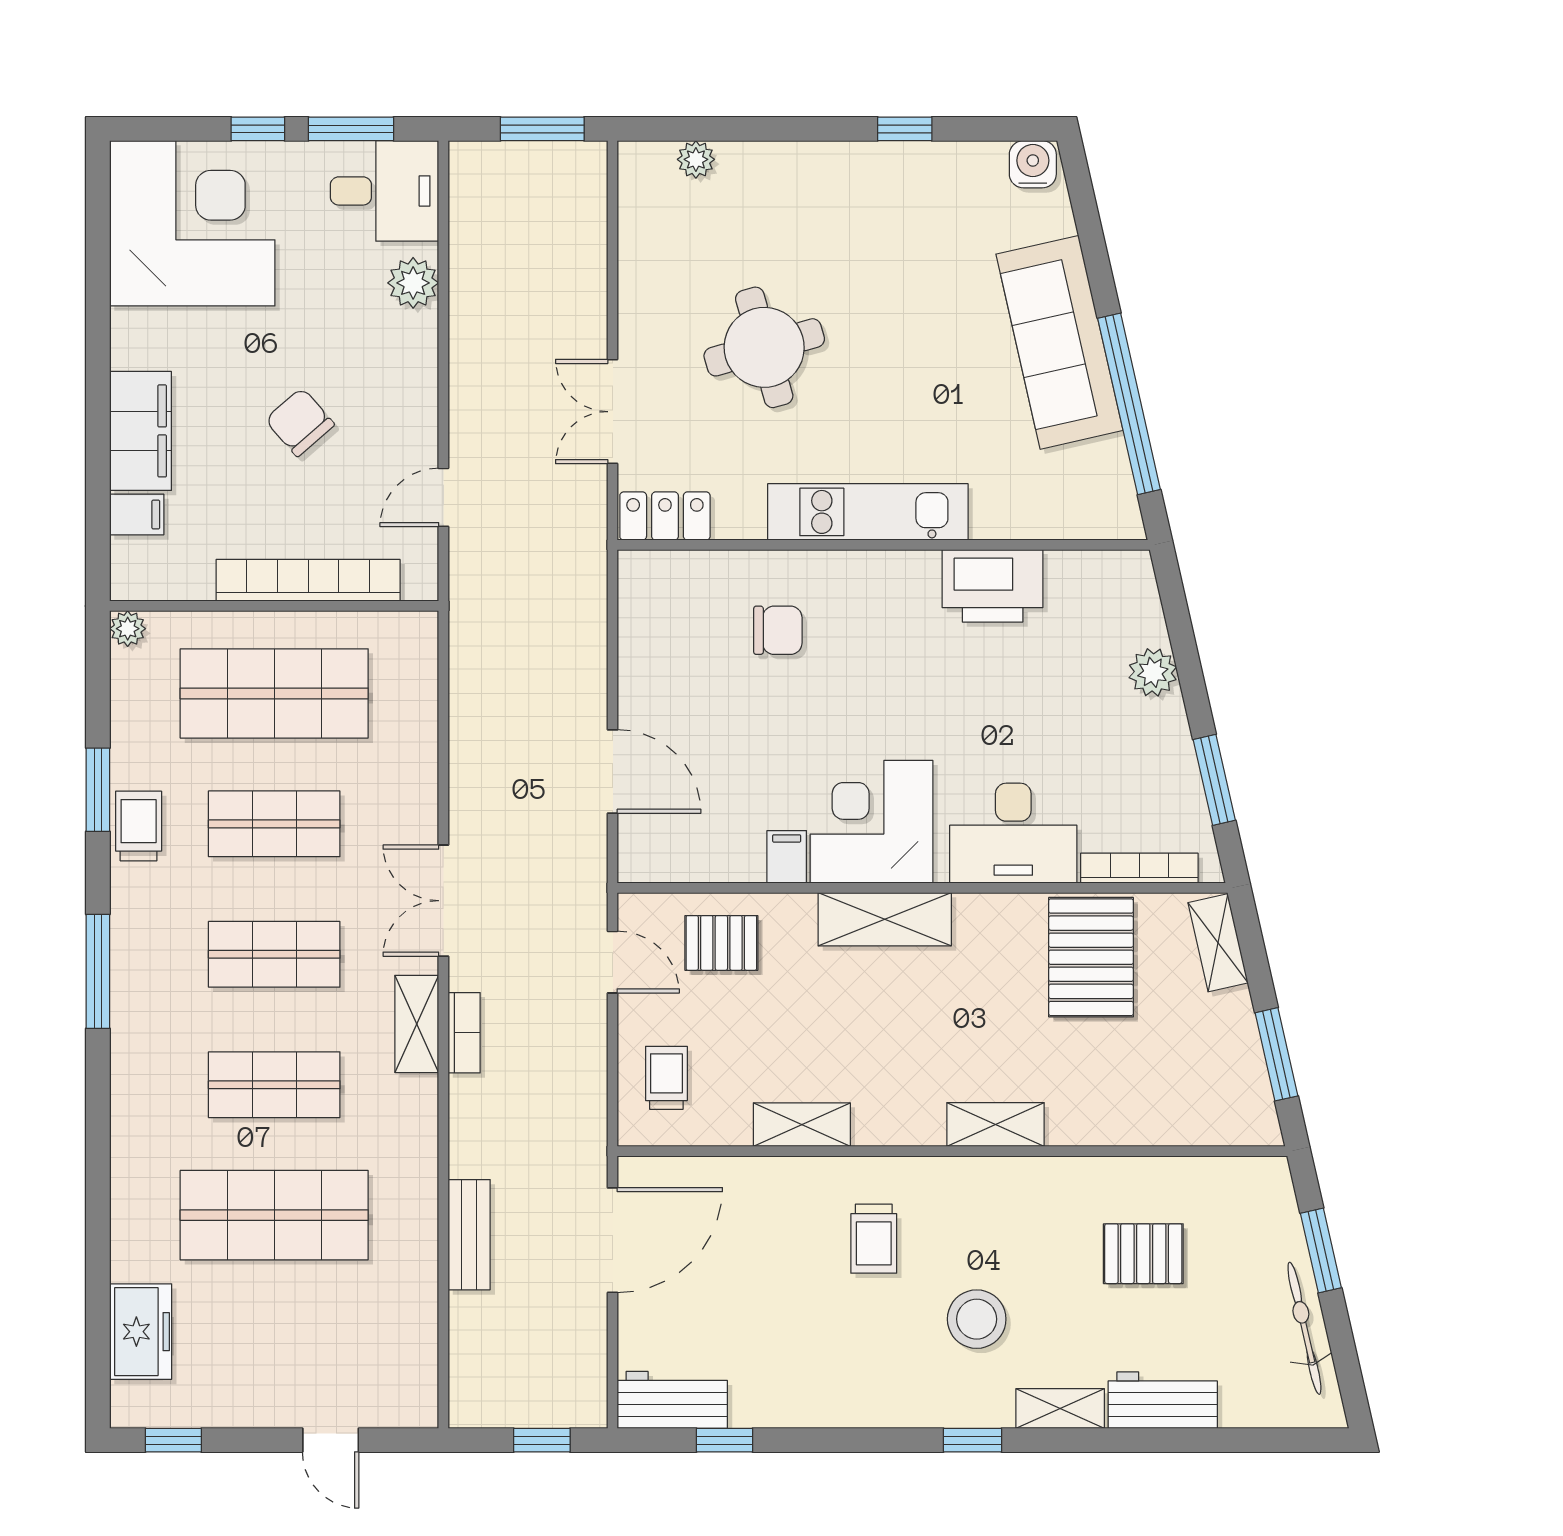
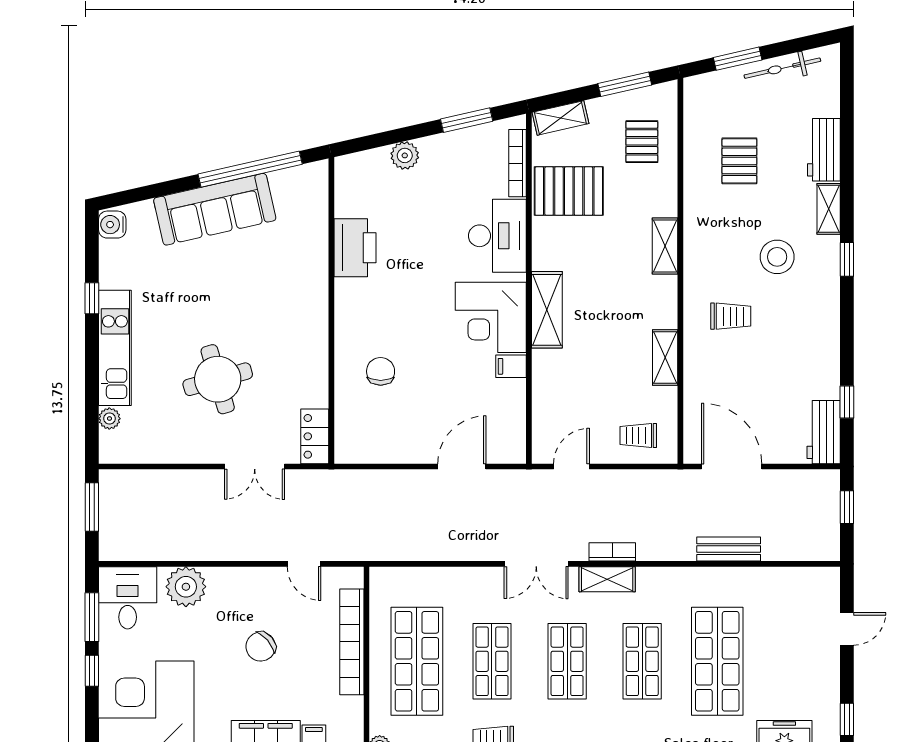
plant: (413, 283) -> (186, 587), width x1.36, depth x1.36
kitchen unit: (868, 512) -> (115, 348), moved, turned 180
pallet: (721, 943) -> (642, 142), moved

